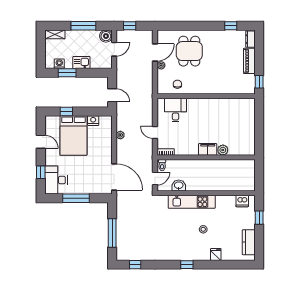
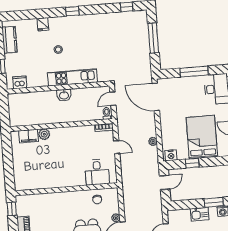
door: (112, 95) -> (165, 182), swing flipped
window: (66, 111) -> (192, 163), moved
nightstand: (93, 121) -> (171, 155), moved
filing cabinet: (208, 149) -> (28, 136), moved
washbasin: (179, 186) -> (64, 95), moved

